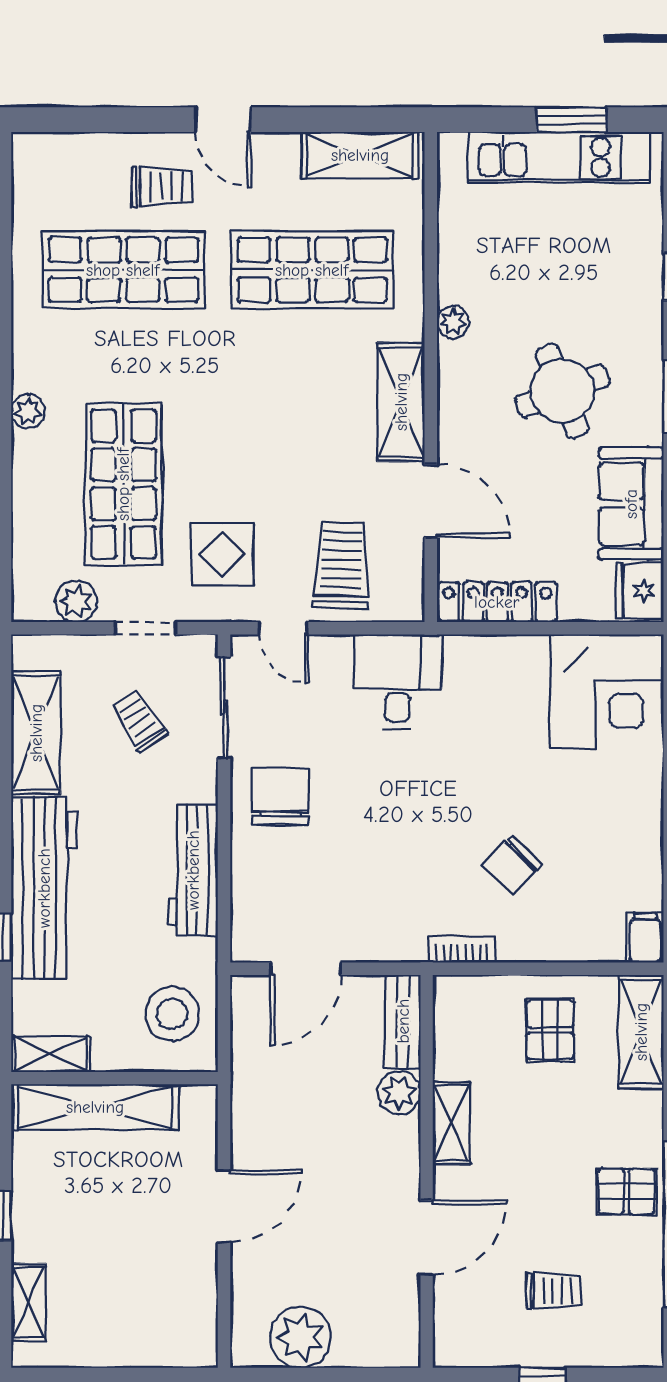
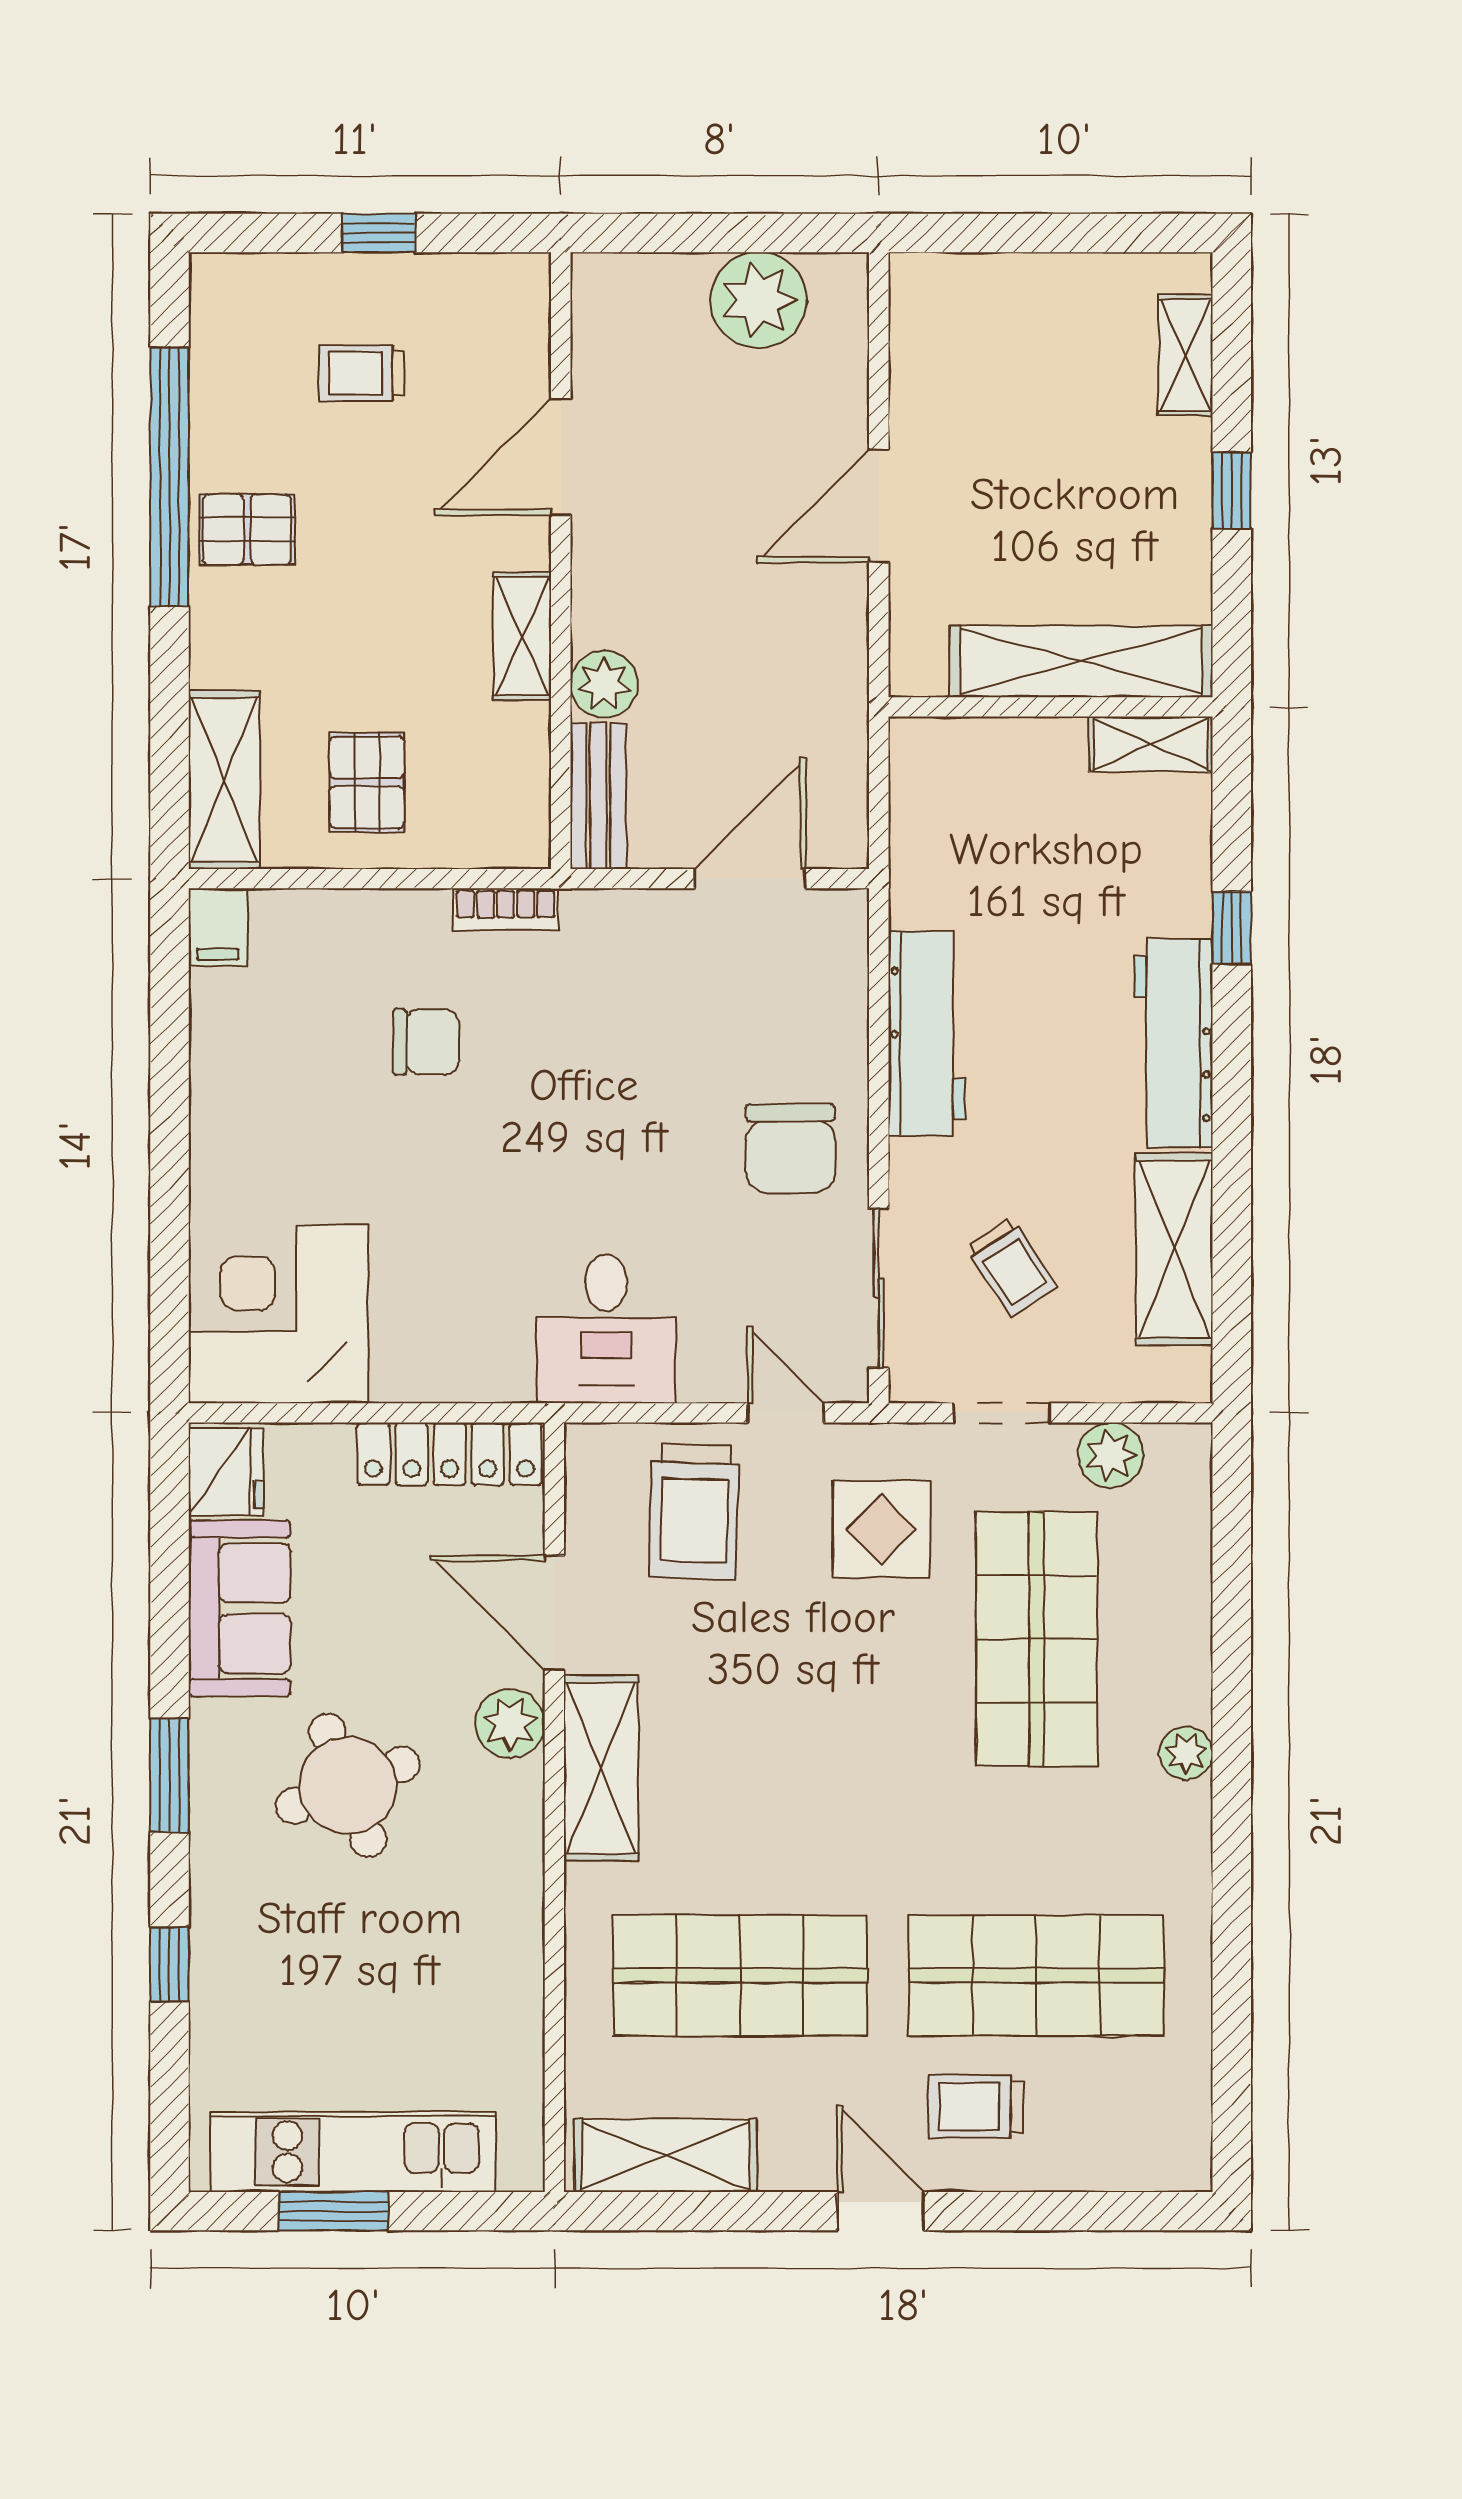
plant: (453, 322) -> (510, 1724), moved, width x1.38, depth x1.38
chair: (512, 865) -> (426, 1042), turned 45
workbench: (44, 888) -> (1173, 1043), width x0.73, depth x0.76
stool: (172, 1014) -> (960, 808), removed

